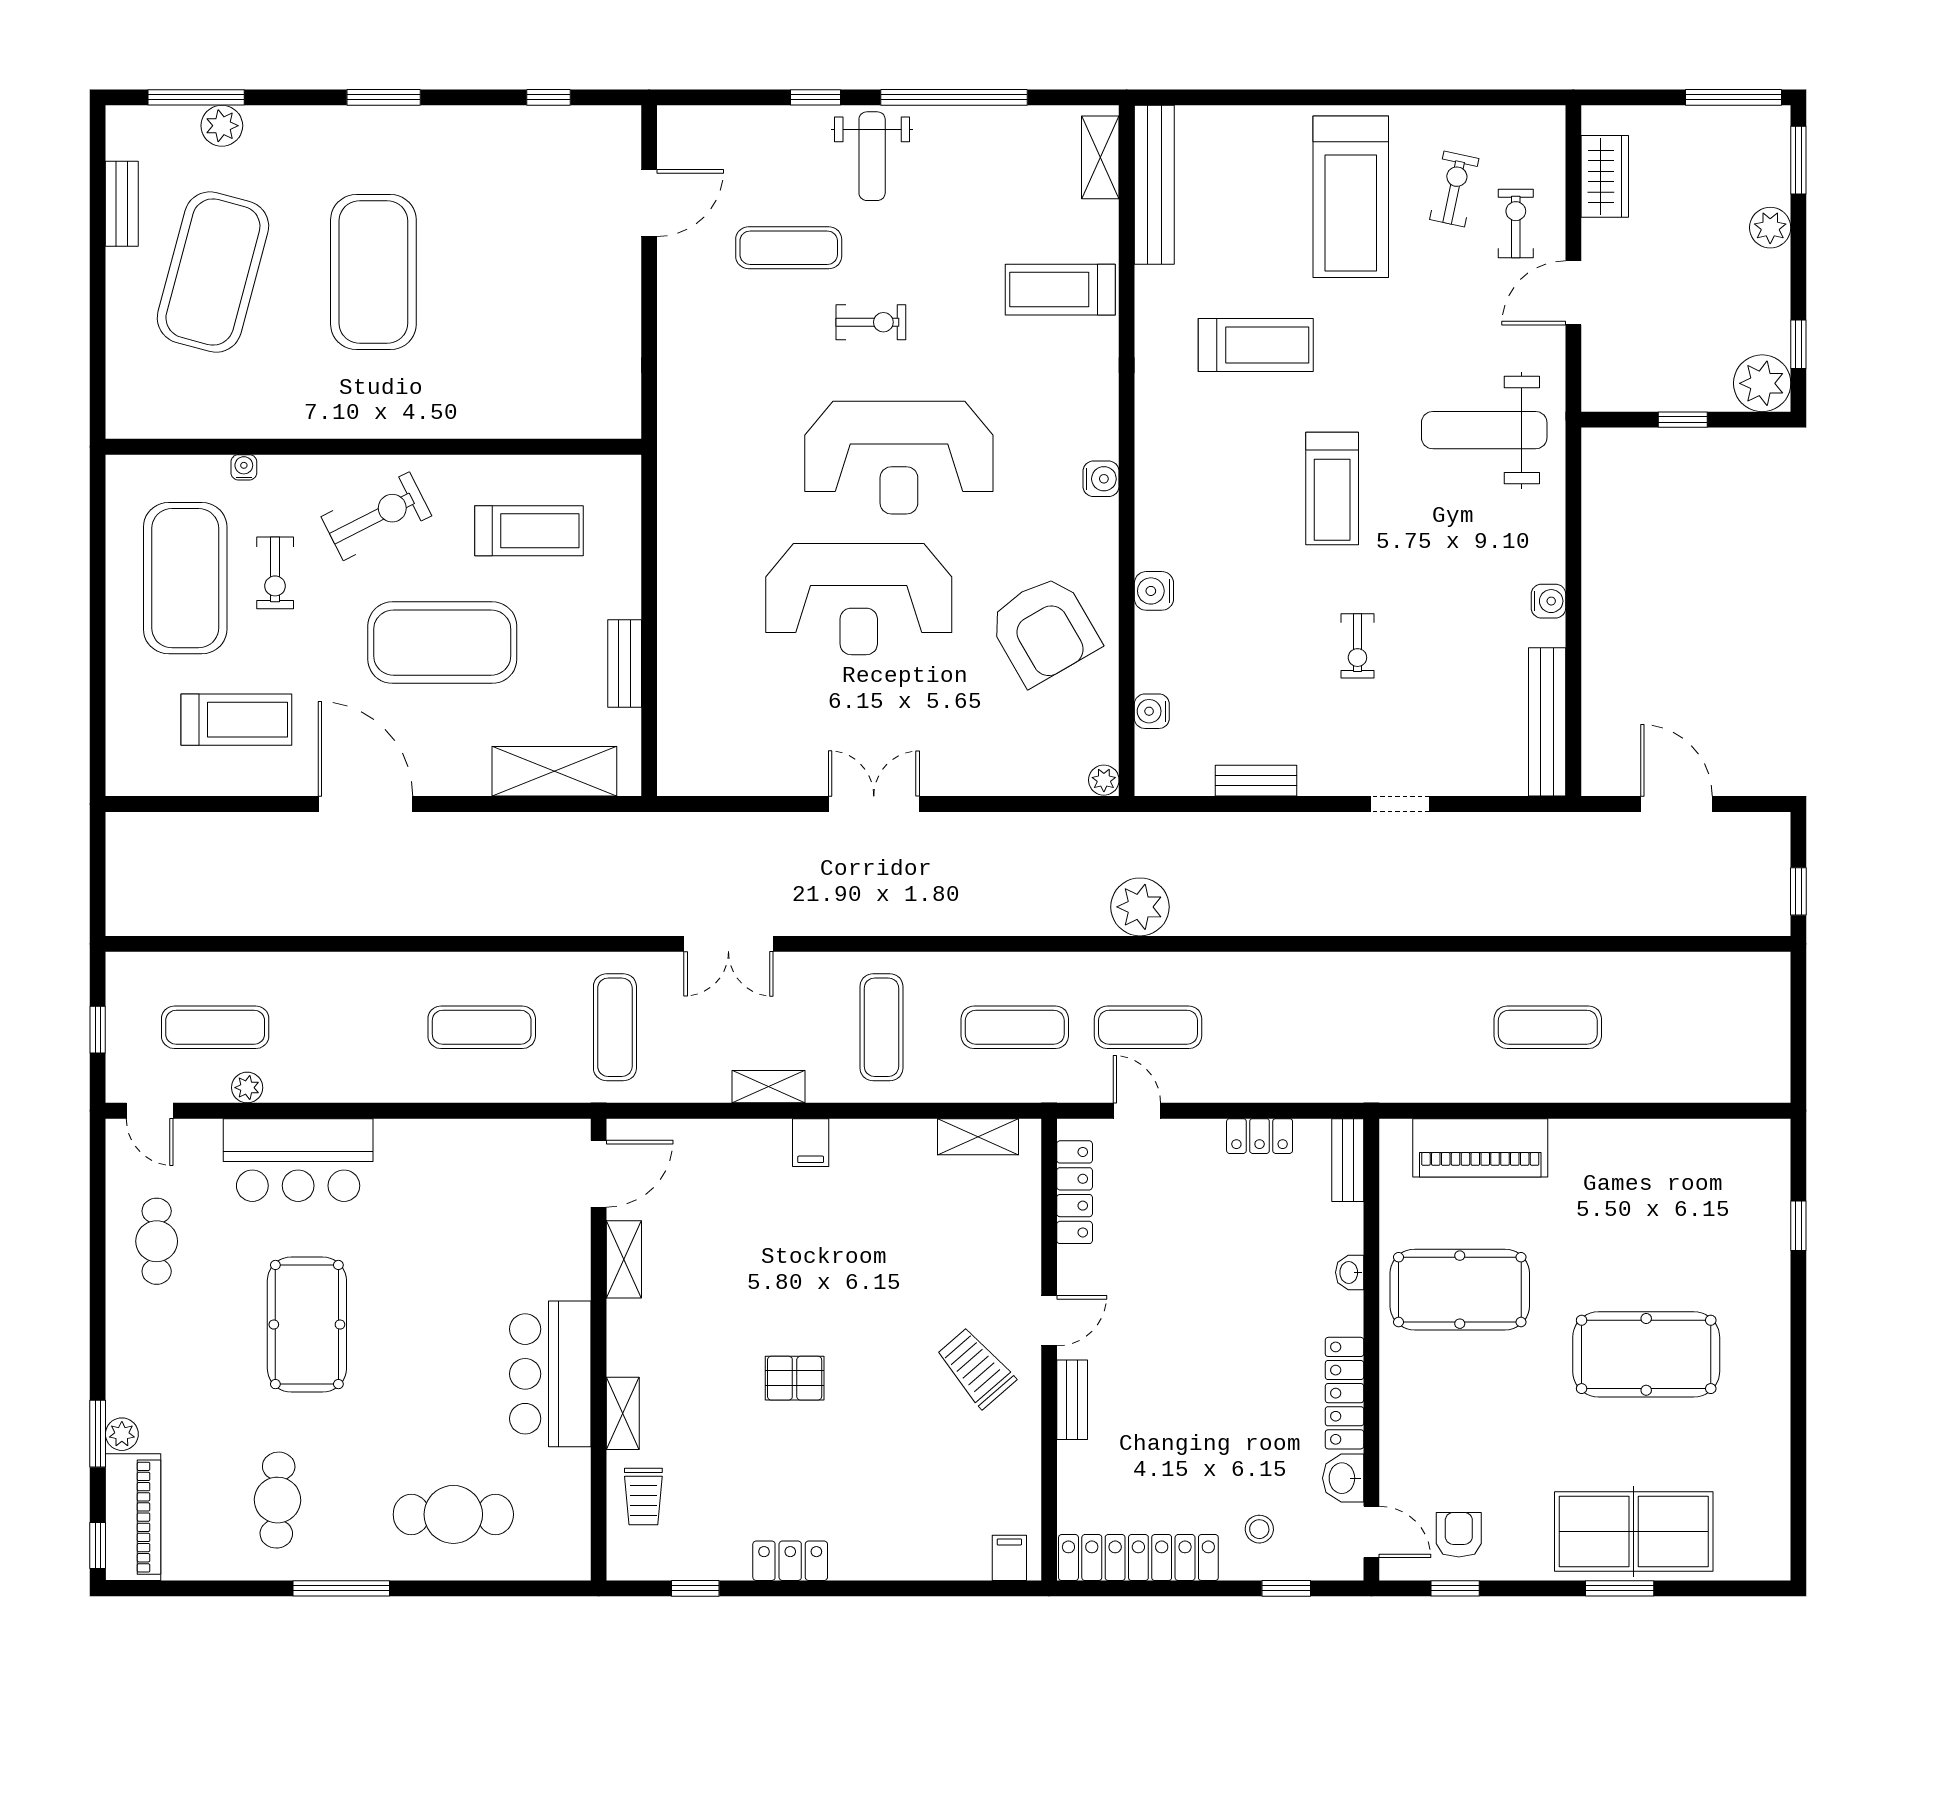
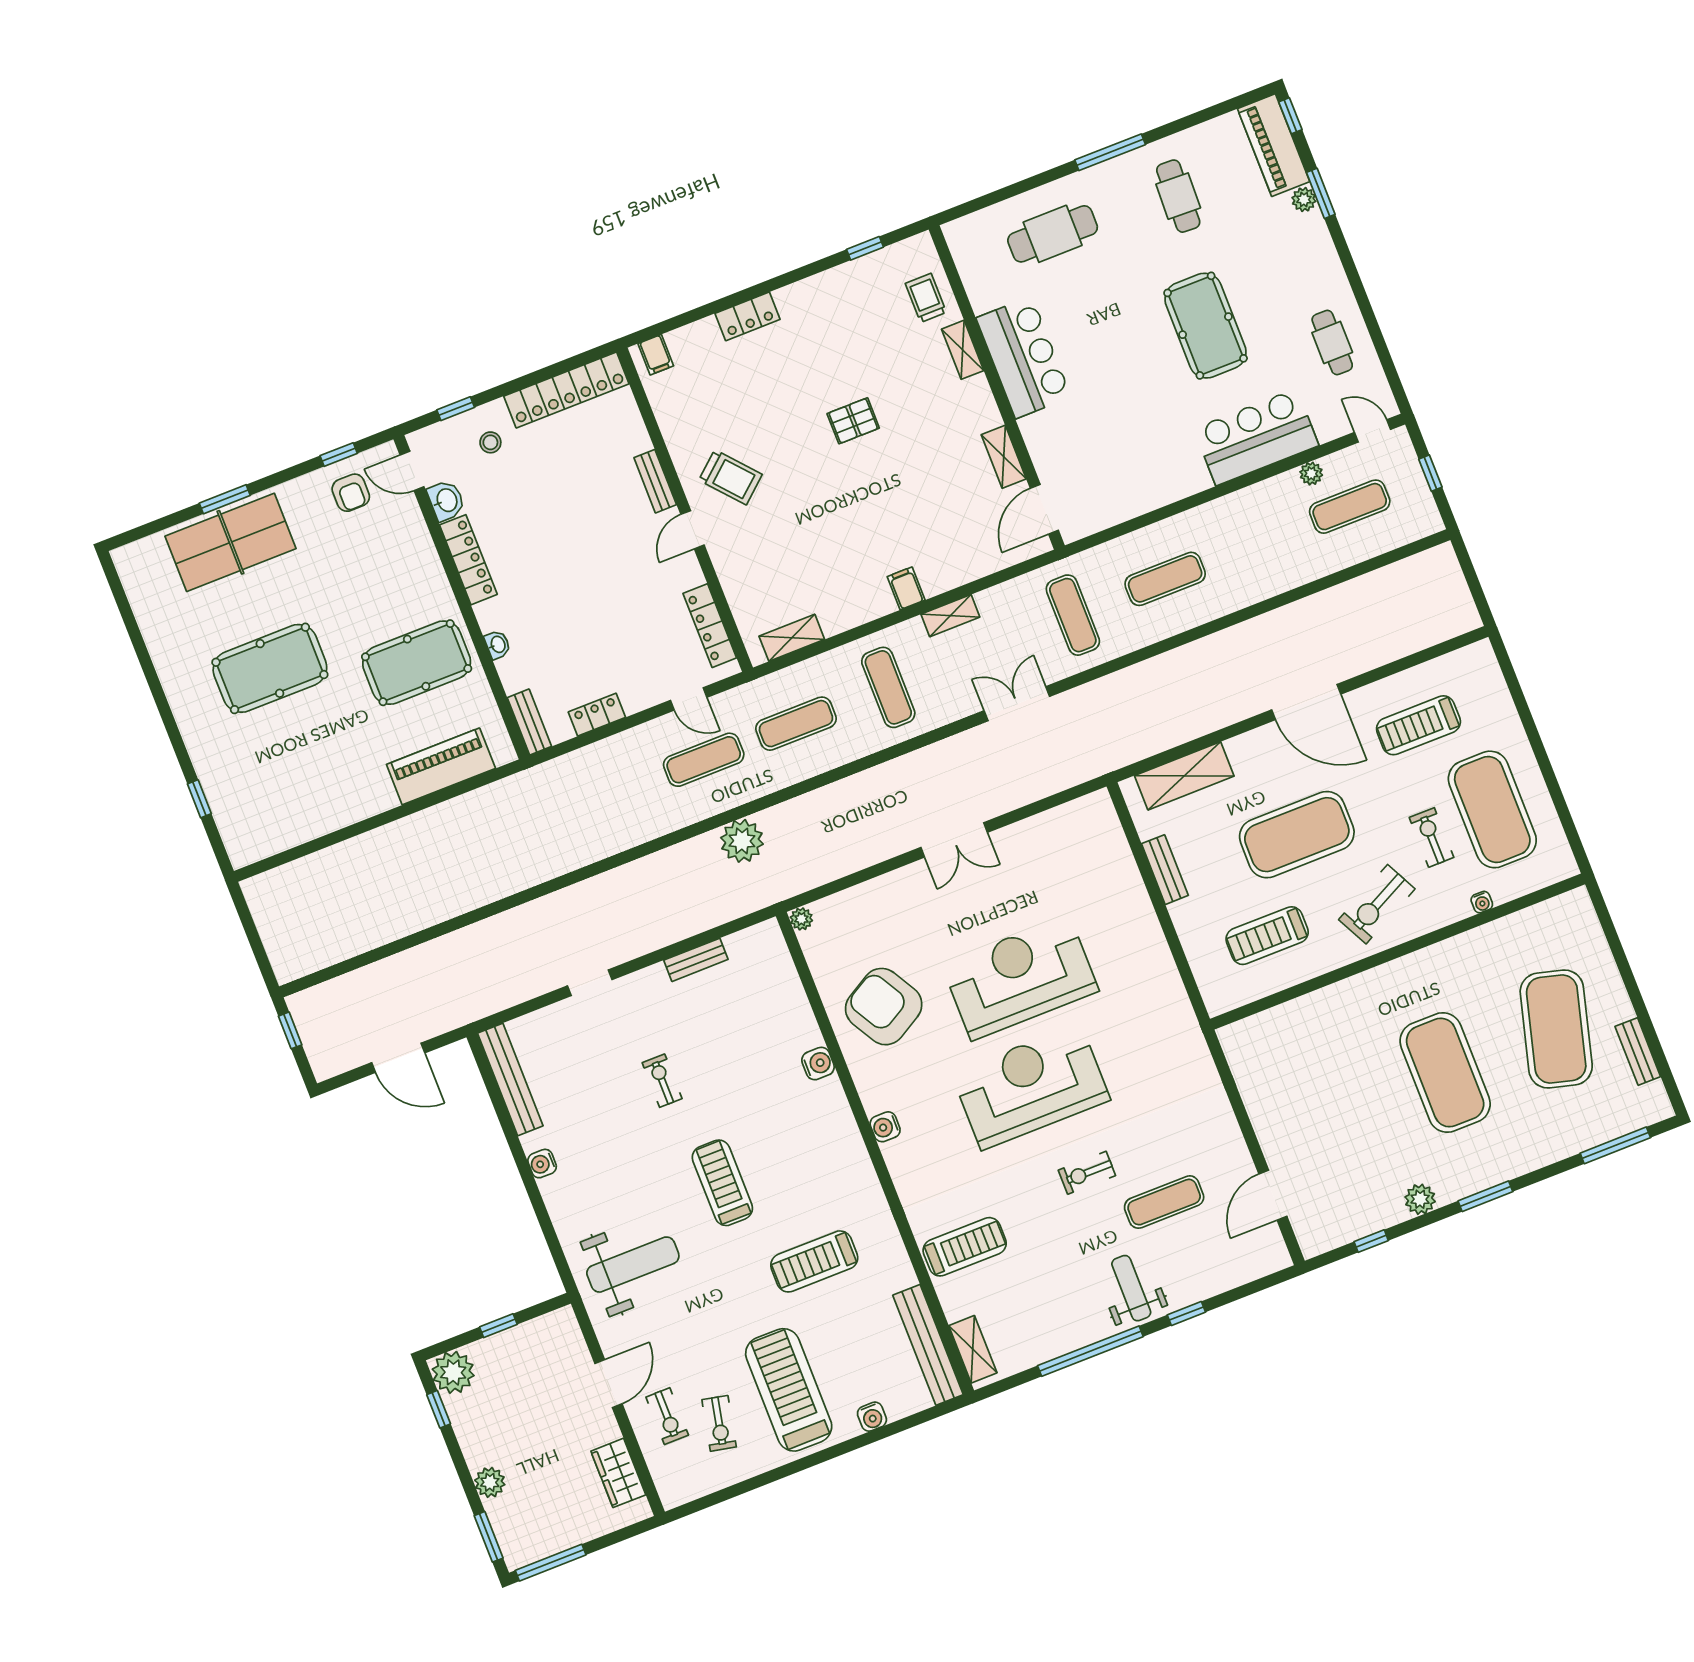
plant: (222, 126) -> (1420, 1199), moved
water cooler: (1152, 711) -> (872, 1417), moved, turned 90
exercise mat: (1548, 1027) -> (427, 868), removed
locker: (790, 1561) -> (748, 316), moved

